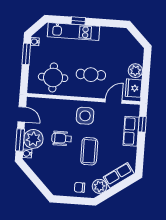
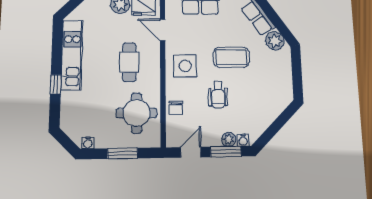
kitchen unit: (74, 31) -> (72, 55), moved
window: (26, 54) -> (123, 153), moved
plant: (33, 139) -> (229, 139), width x0.53, depth x0.53
chair: (80, 187) -> (176, 108), moved

